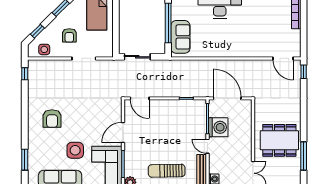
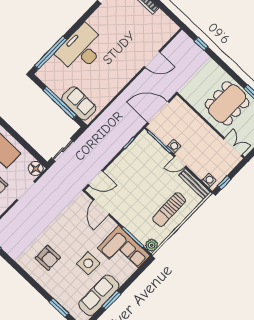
floor lamp: (106, 50) -> (36, 169), added
door: (283, 58) -> (152, 59), moved
window: (304, 72) -> (201, 44), moved
washing machine: (218, 127) -> (174, 147), width x0.53, depth x0.53
door: (123, 132) -> (101, 207), moved

